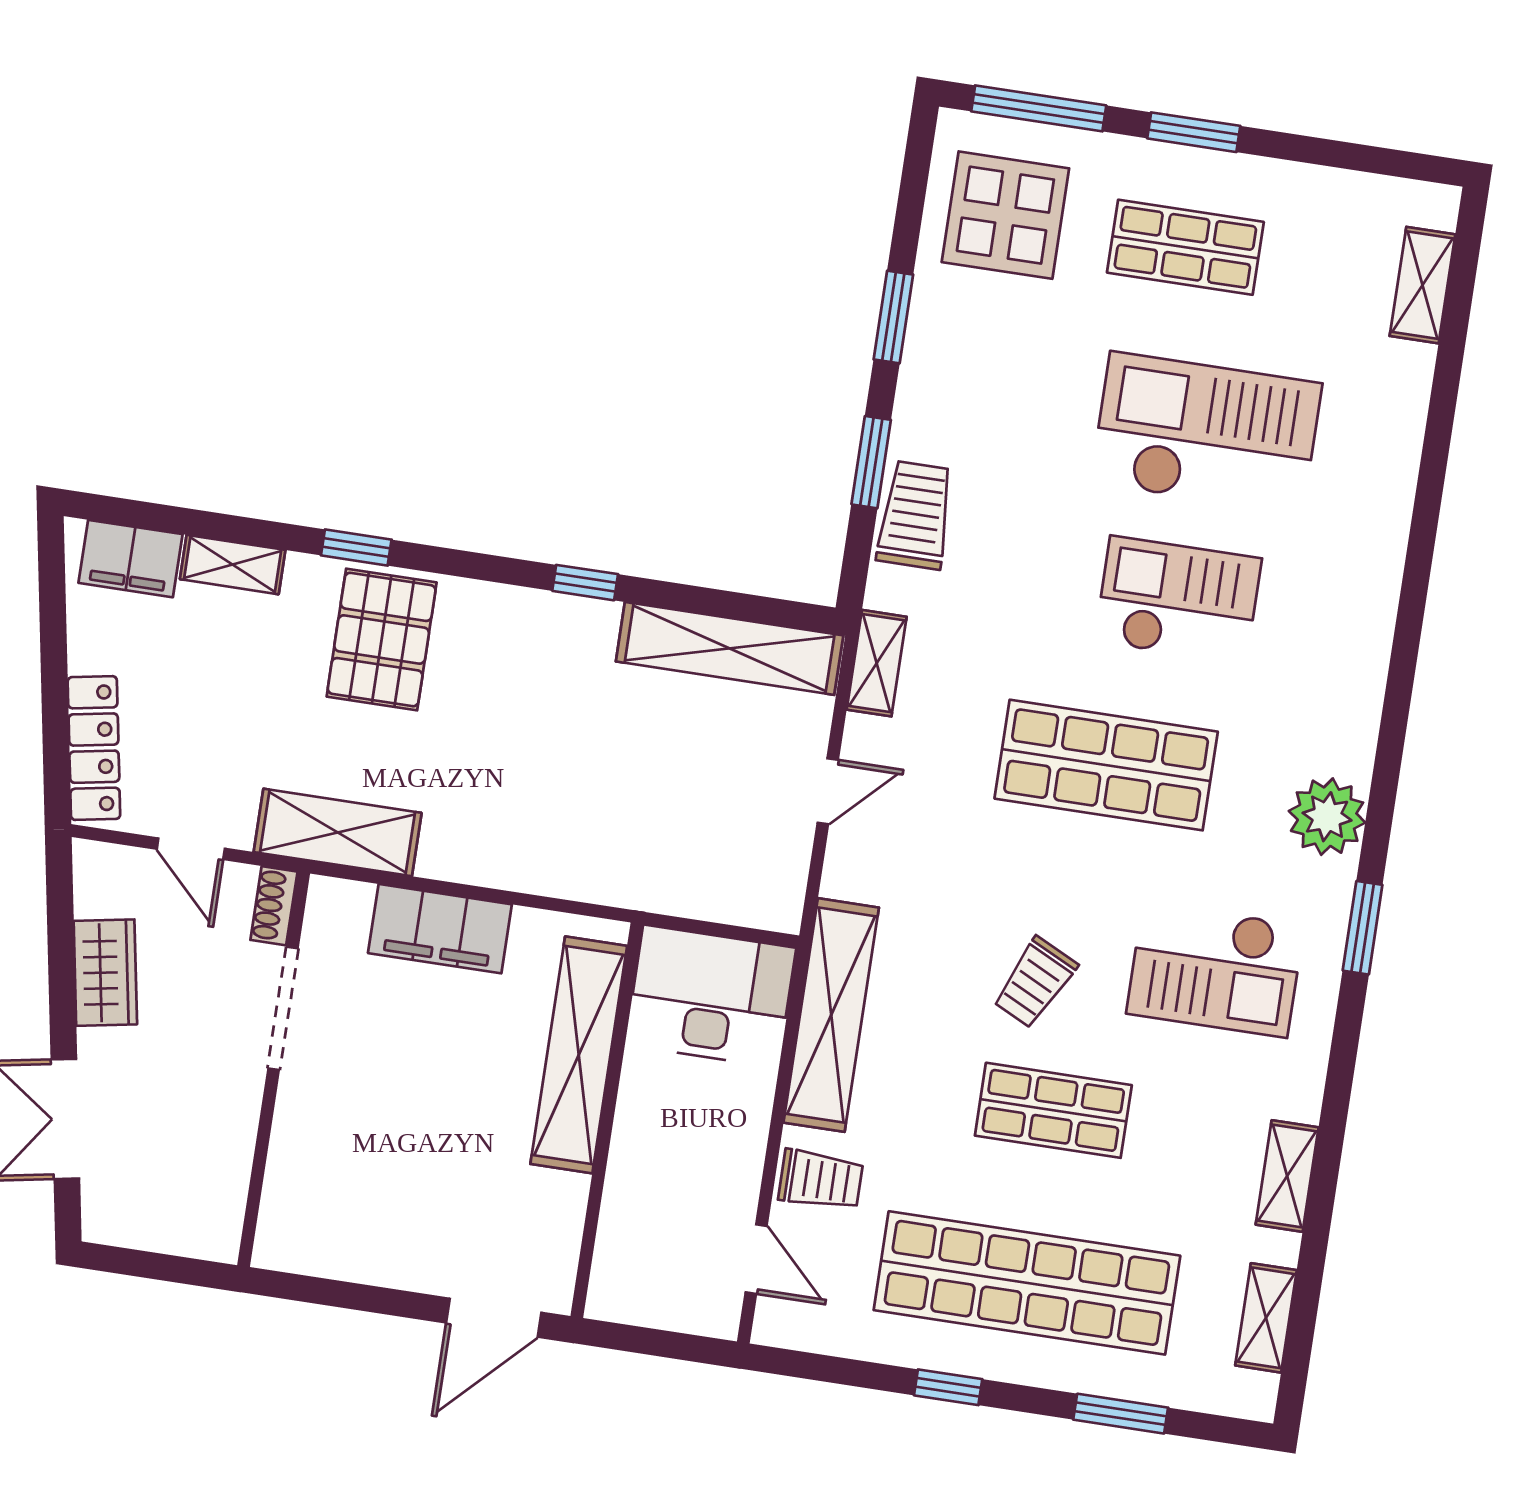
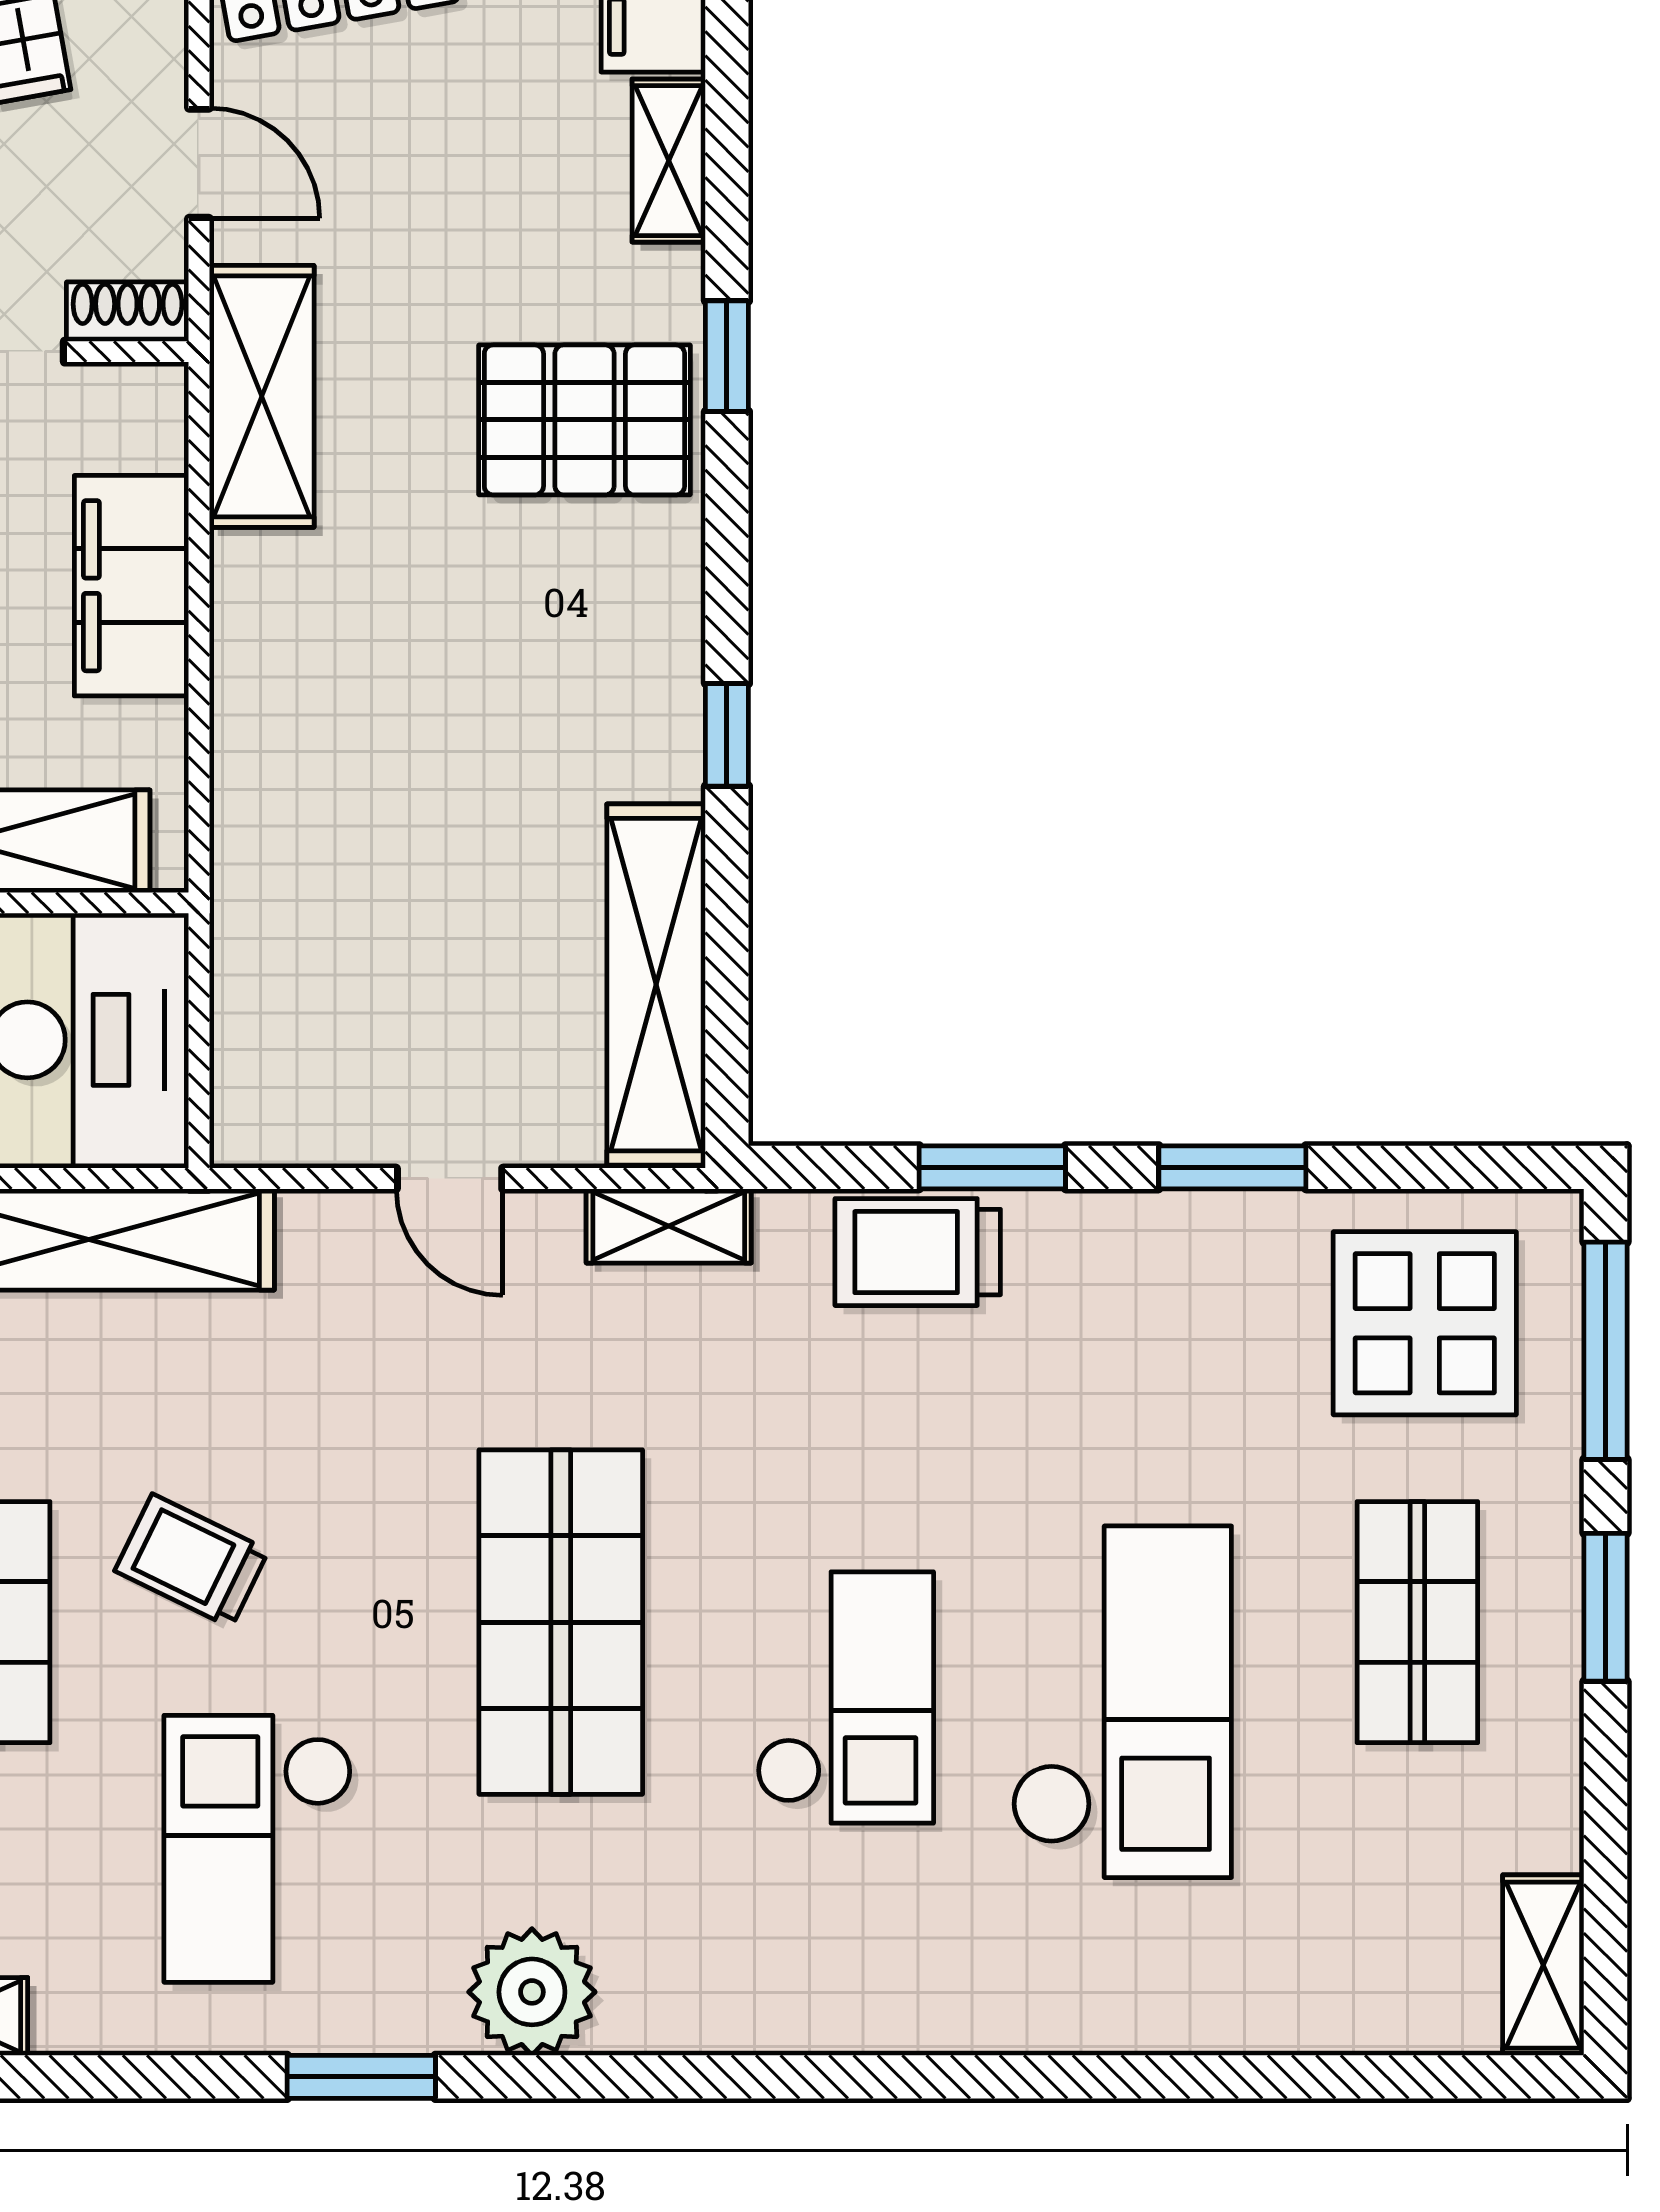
shelving: (1422, 285) -> (1543, 1965), moved, turned 90
trolley: (915, 515) -> (918, 1252), turned 180
door: (191, 849) -> (199, 163), swing flipped

